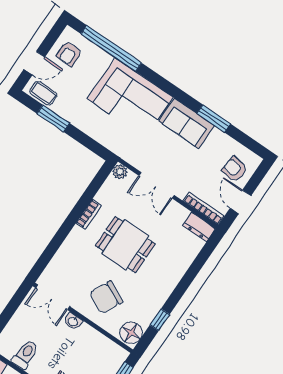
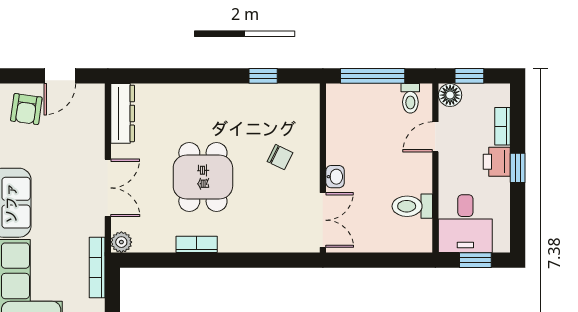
bookcase: (204, 208) -> (97, 268), moved
dresser: (199, 227) -> (123, 113), width x1.44
chair: (106, 297) -> (280, 157), width x0.54, depth x0.54
floor lamp: (131, 333) -> (302, 99), removed

